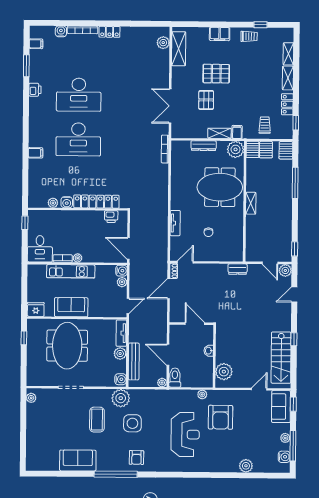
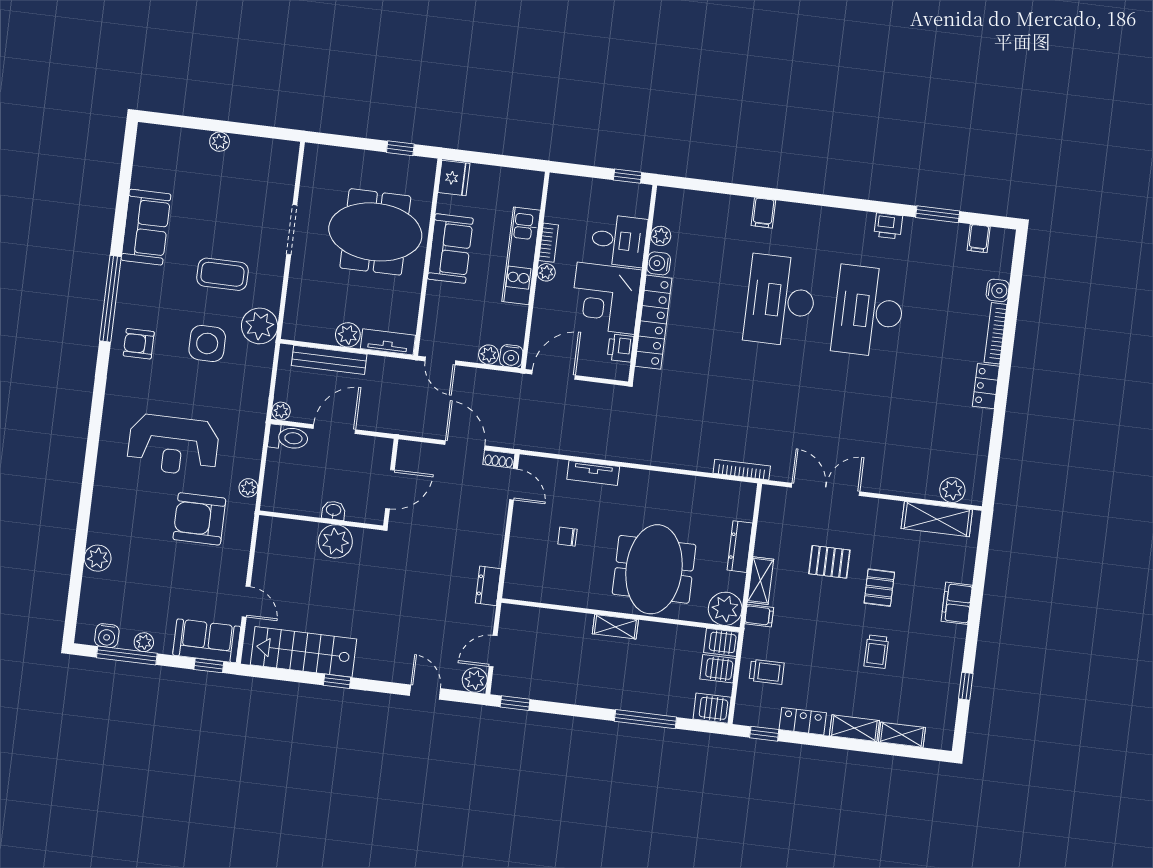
trolley: (249, 36) -> (876, 652), moved
pallet: (216, 74) -> (879, 588), width x0.67, depth x0.71
corner desk: (87, 227) -> (606, 298), added
desk: (40, 249) -> (619, 240), moved, turned 180
plant: (224, 372) -> (335, 541), moved
water cooler: (121, 379) -> (297, 330), removed
plant: (31, 398) -> (220, 142), moved

